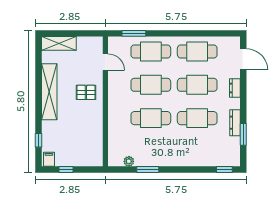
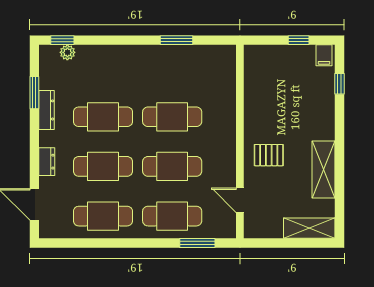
shelving: (49, 92) -> (323, 170), width x0.68
plant: (129, 161) -> (67, 52), moved

